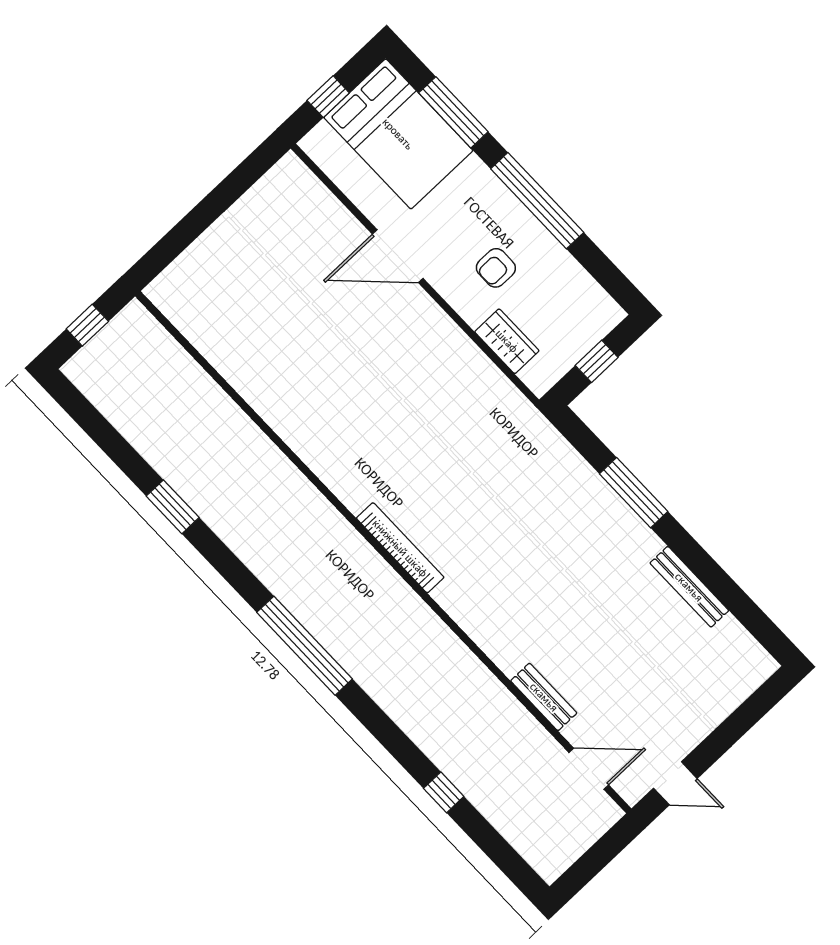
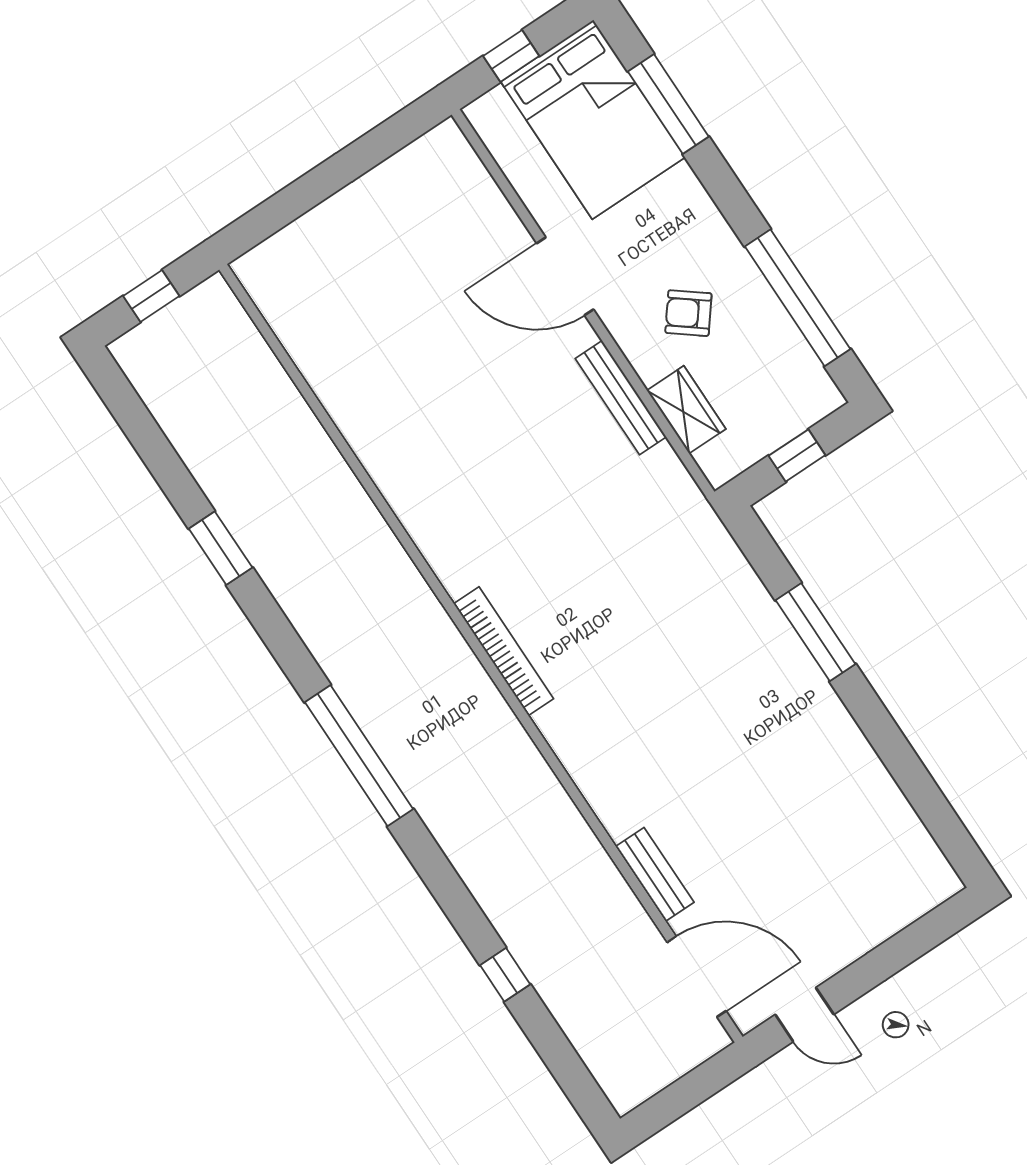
window: (537, 201) -> (798, 298), moved
armchair: (496, 268) -> (688, 313), turned 38
bench: (689, 587) -> (621, 398), moved
door: (589, 769) -> (697, 977), width x1.36

